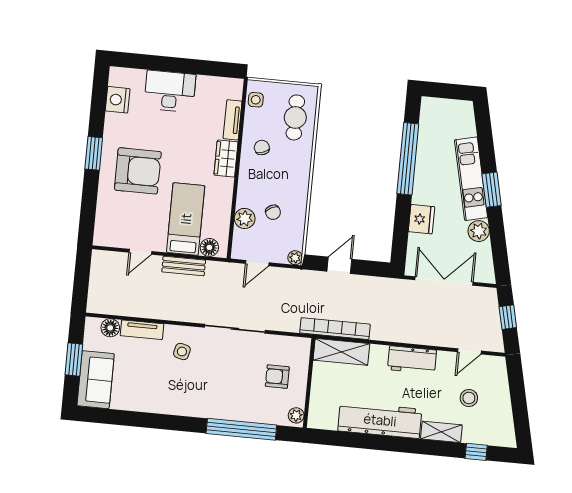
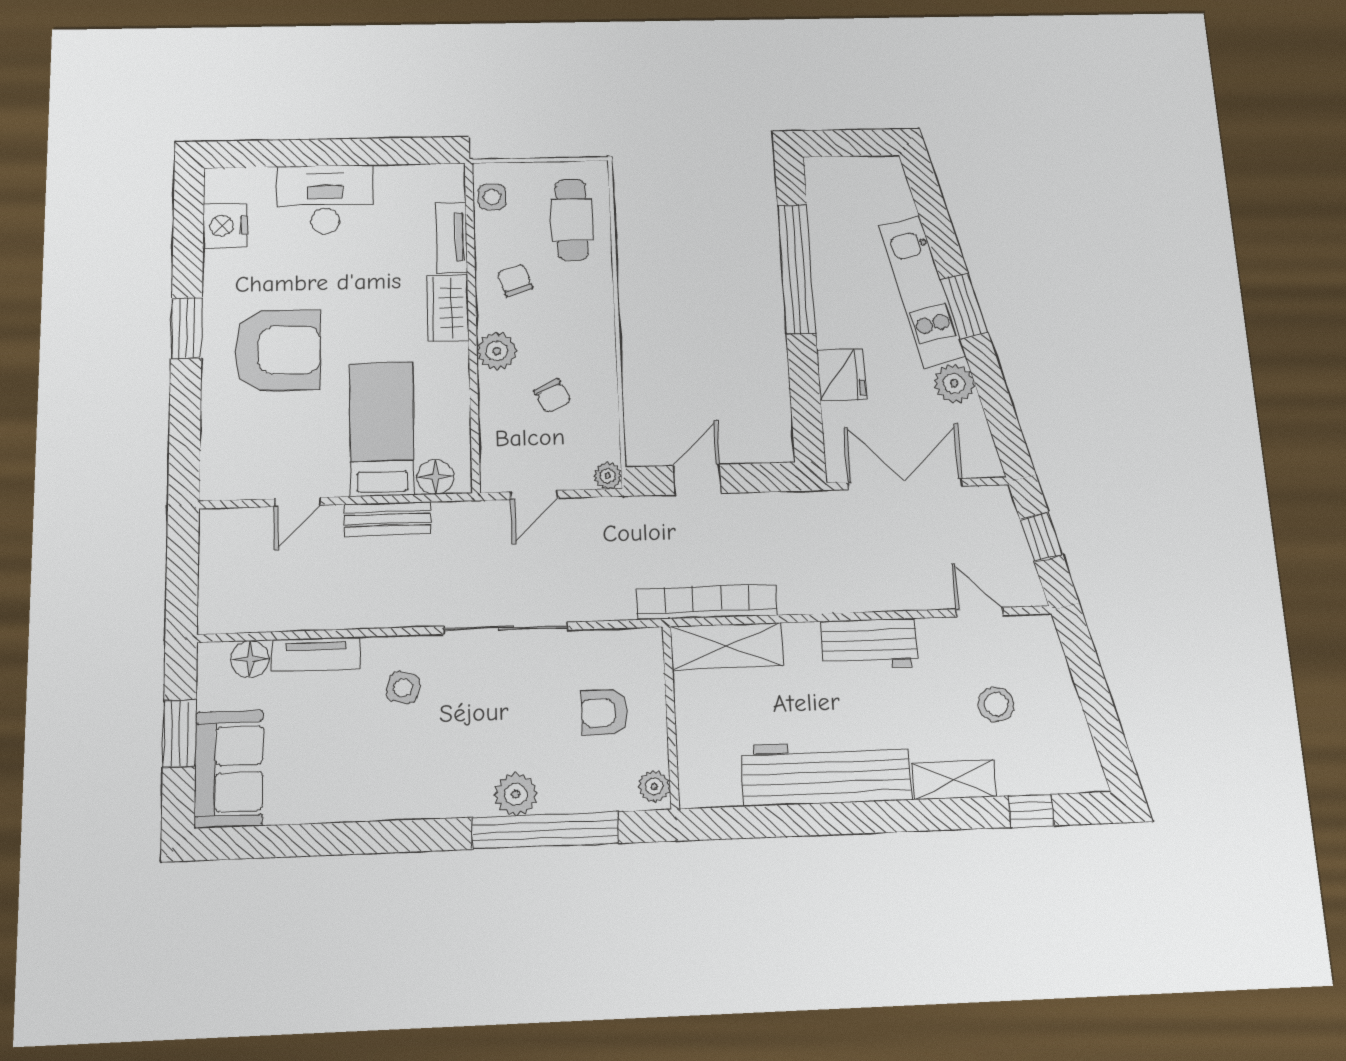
plant: (245, 218) -> (497, 351), moved
door: (469, 351) -> (980, 612), swing flipped
plant: (230, 410) -> (516, 794), added

